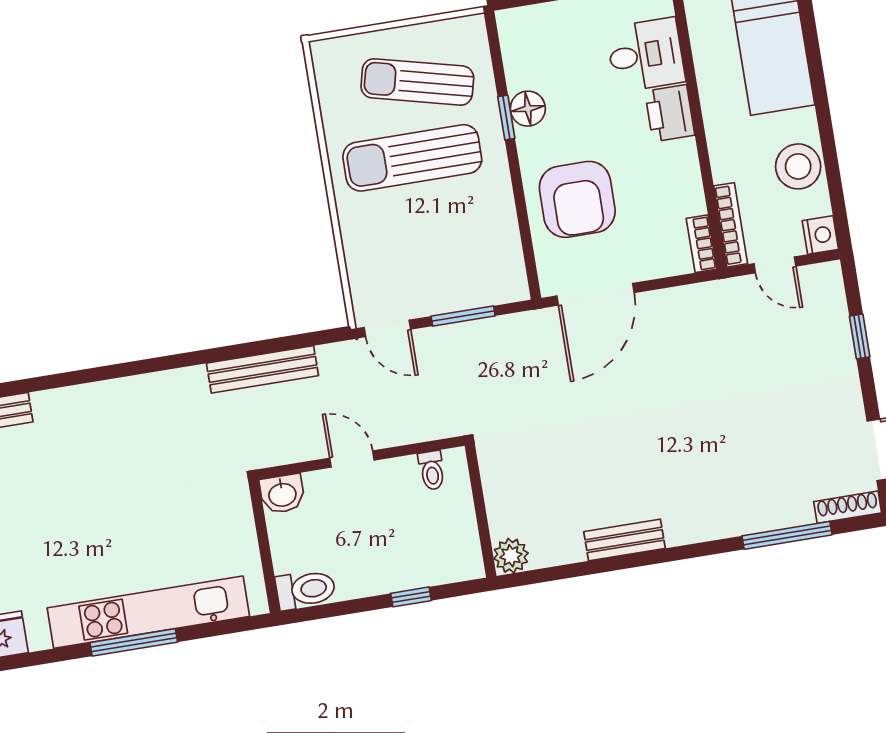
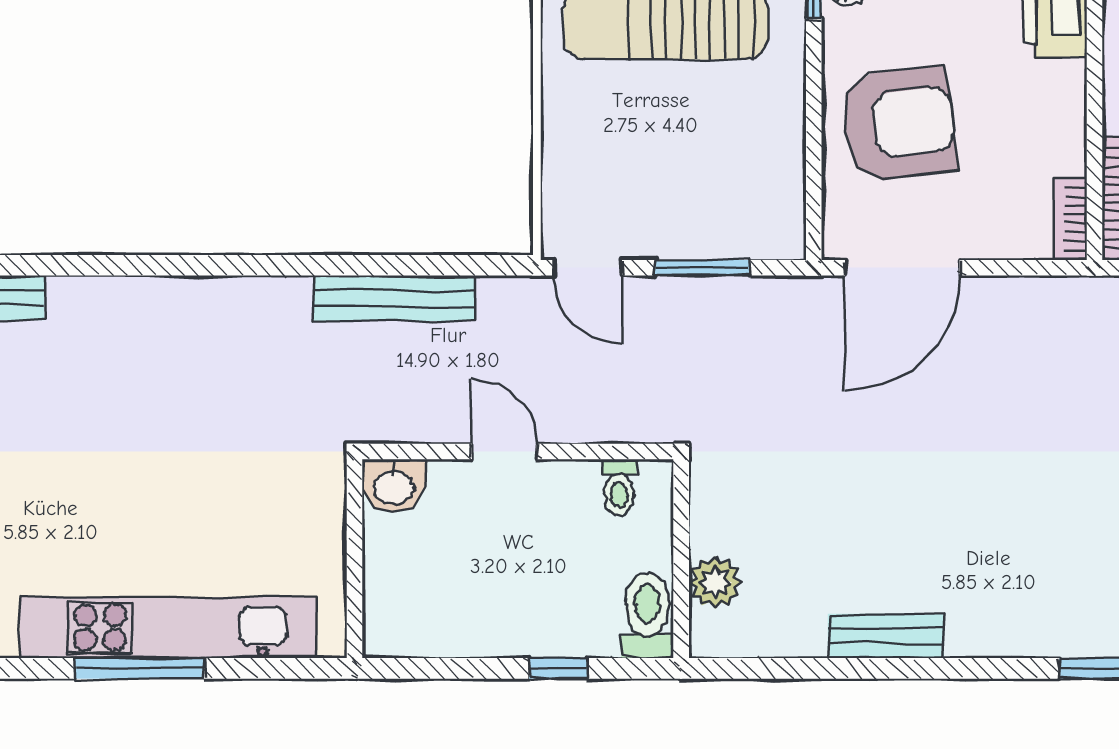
armchair: (577, 199) -> (898, 124), turned -97
plant: (511, 556) -> (715, 583), moved
toilet: (306, 590) -> (647, 615), moved, turned -90

